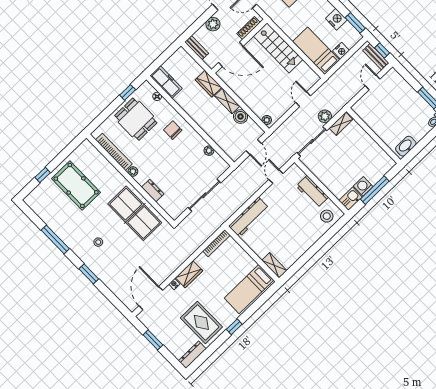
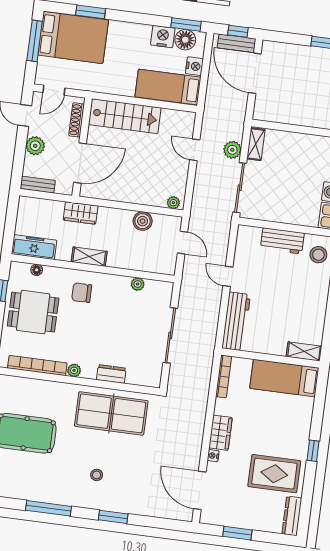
floor lamp: (348, 31) -> (185, 40), added
door: (373, 82) -> (255, 73), width x1.88
shelving: (227, 101) -> (89, 257), moved
door: (276, 176) -> (228, 276), moved
bed: (249, 289) -> (284, 378), moved, turned 90

